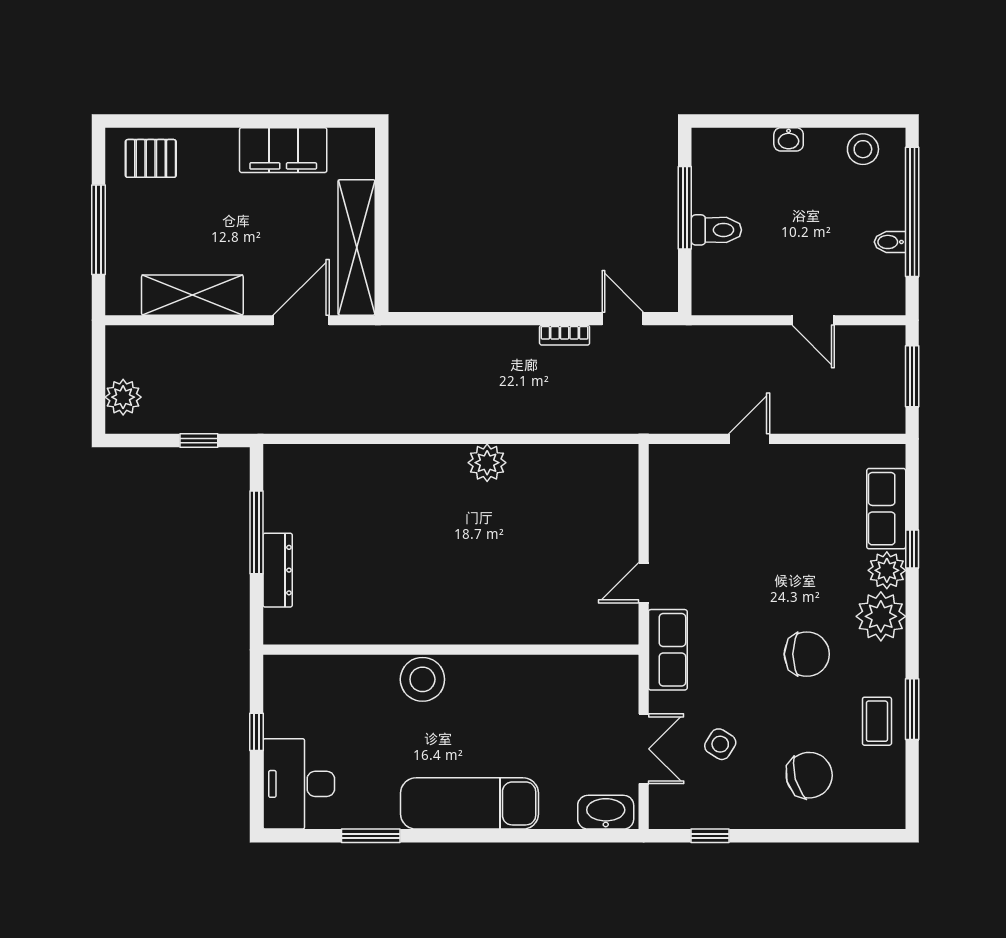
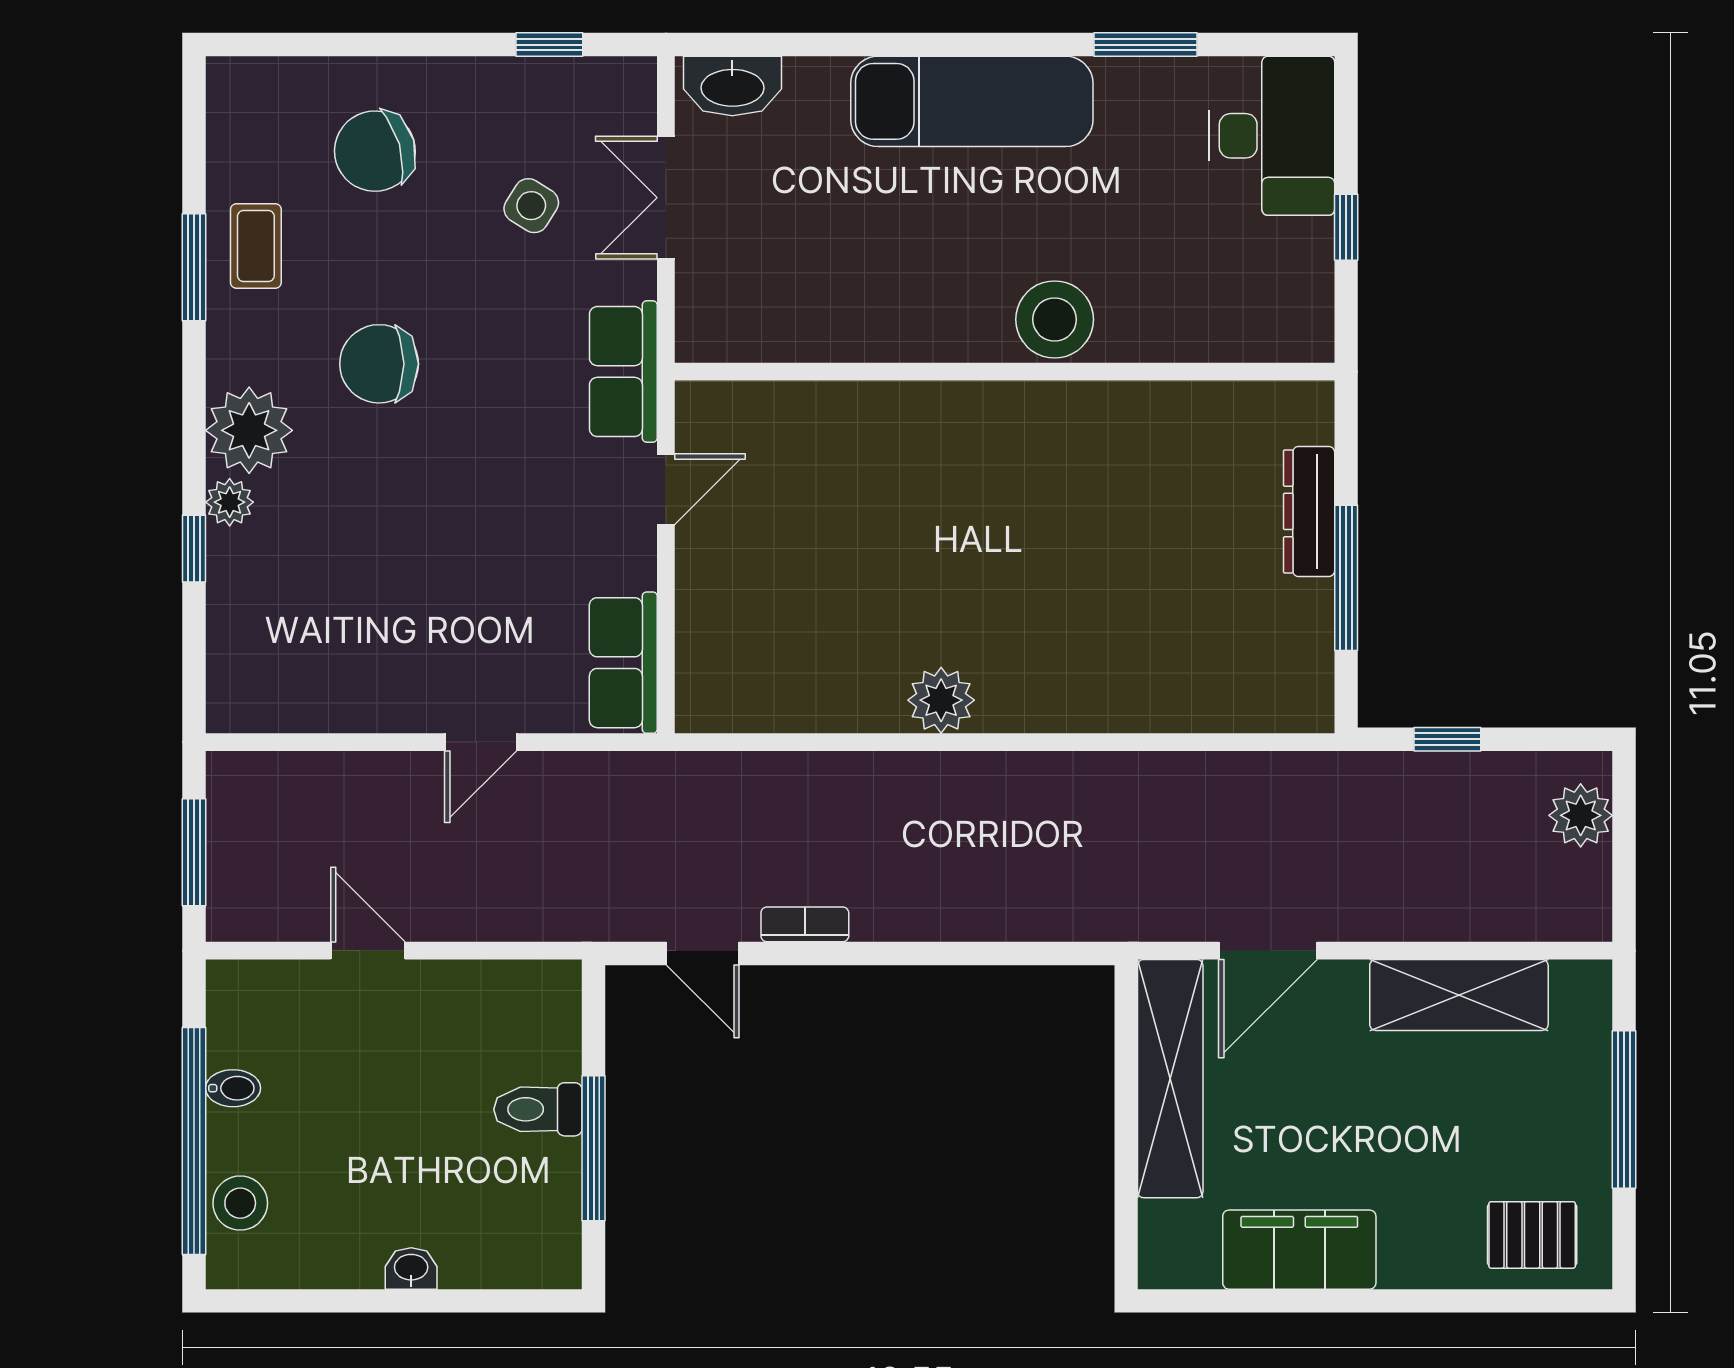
stool: (863, 149) -> (240, 1203), moved
row of seats: (886, 509) -> (623, 663), moved, turned 180
plant: (887, 570) -> (230, 502), width x0.73, depth x0.73

